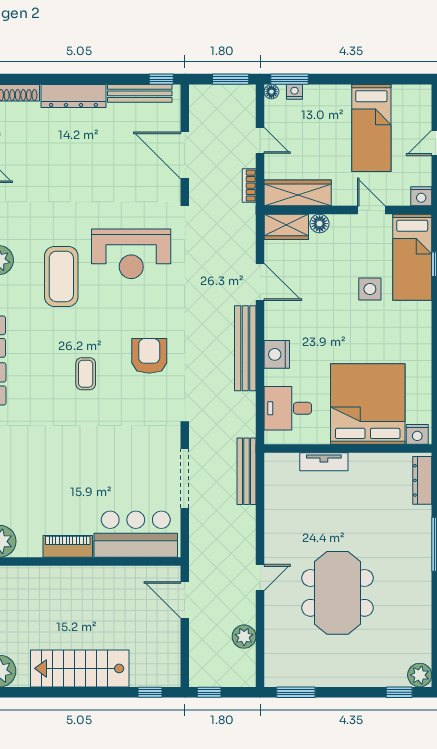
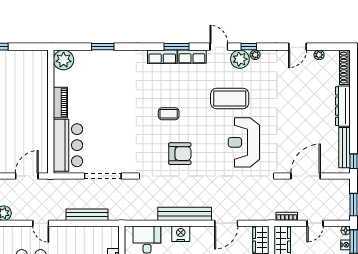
bench: (247, 471) -> (87, 215), moved

